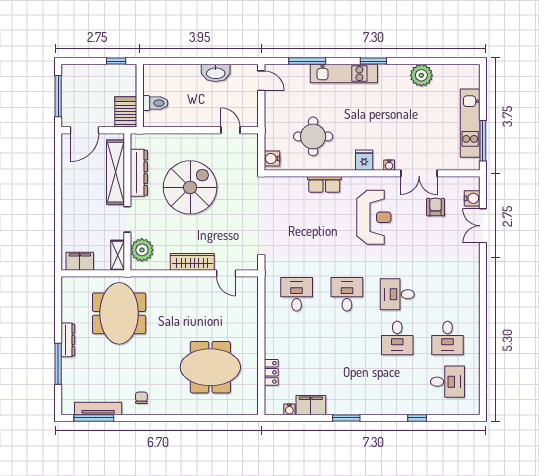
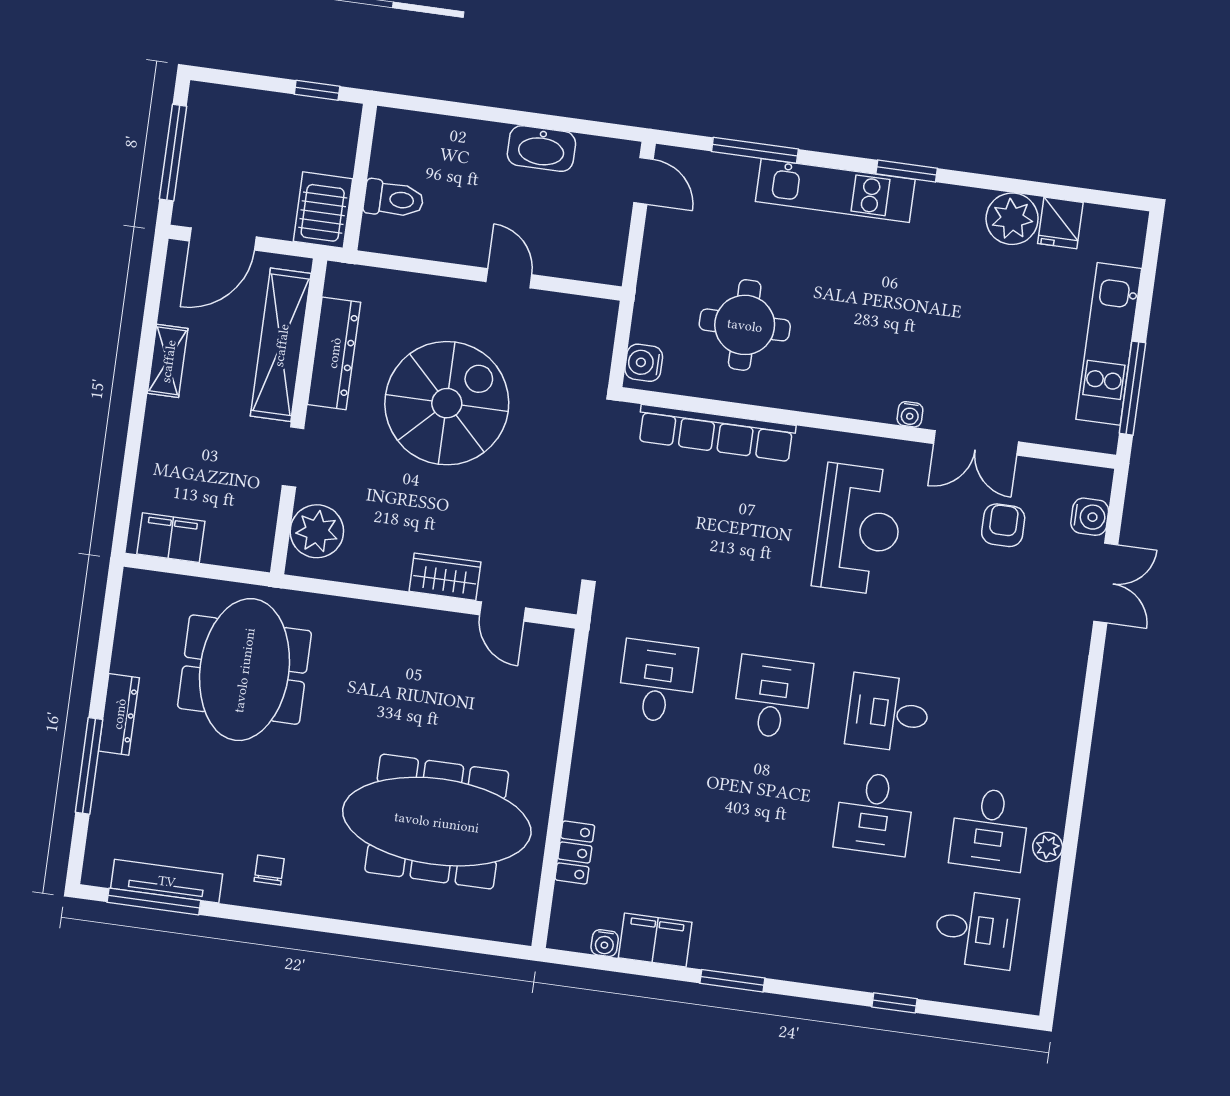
door: (231, 130) -> (509, 278), moved
fridge: (364, 160) -> (1060, 223), moved, turned 180
row of seats: (324, 184) -> (716, 433), width x2.02
double door: (483, 226) -> (1106, 583), swing flipped
shelving: (118, 255) -> (168, 361), moved
wardrobe: (192, 262) -> (445, 577), width x0.67
plant: (473, 342) -> (1048, 847), added
meeting table: (210, 367) -> (437, 822), width x1.36

